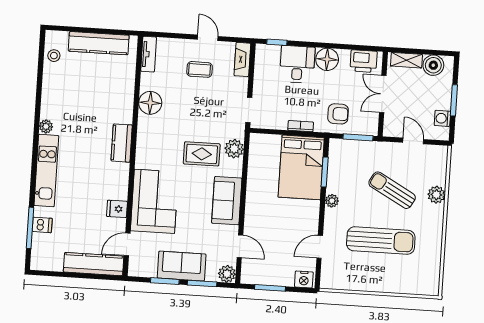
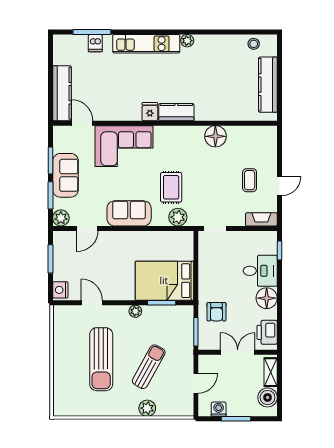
tv unit: (149, 54) -> (261, 132), removed
bookcase: (301, 126) -> (203, 278), removed
fridge: (117, 209) -> (150, 112), moved

